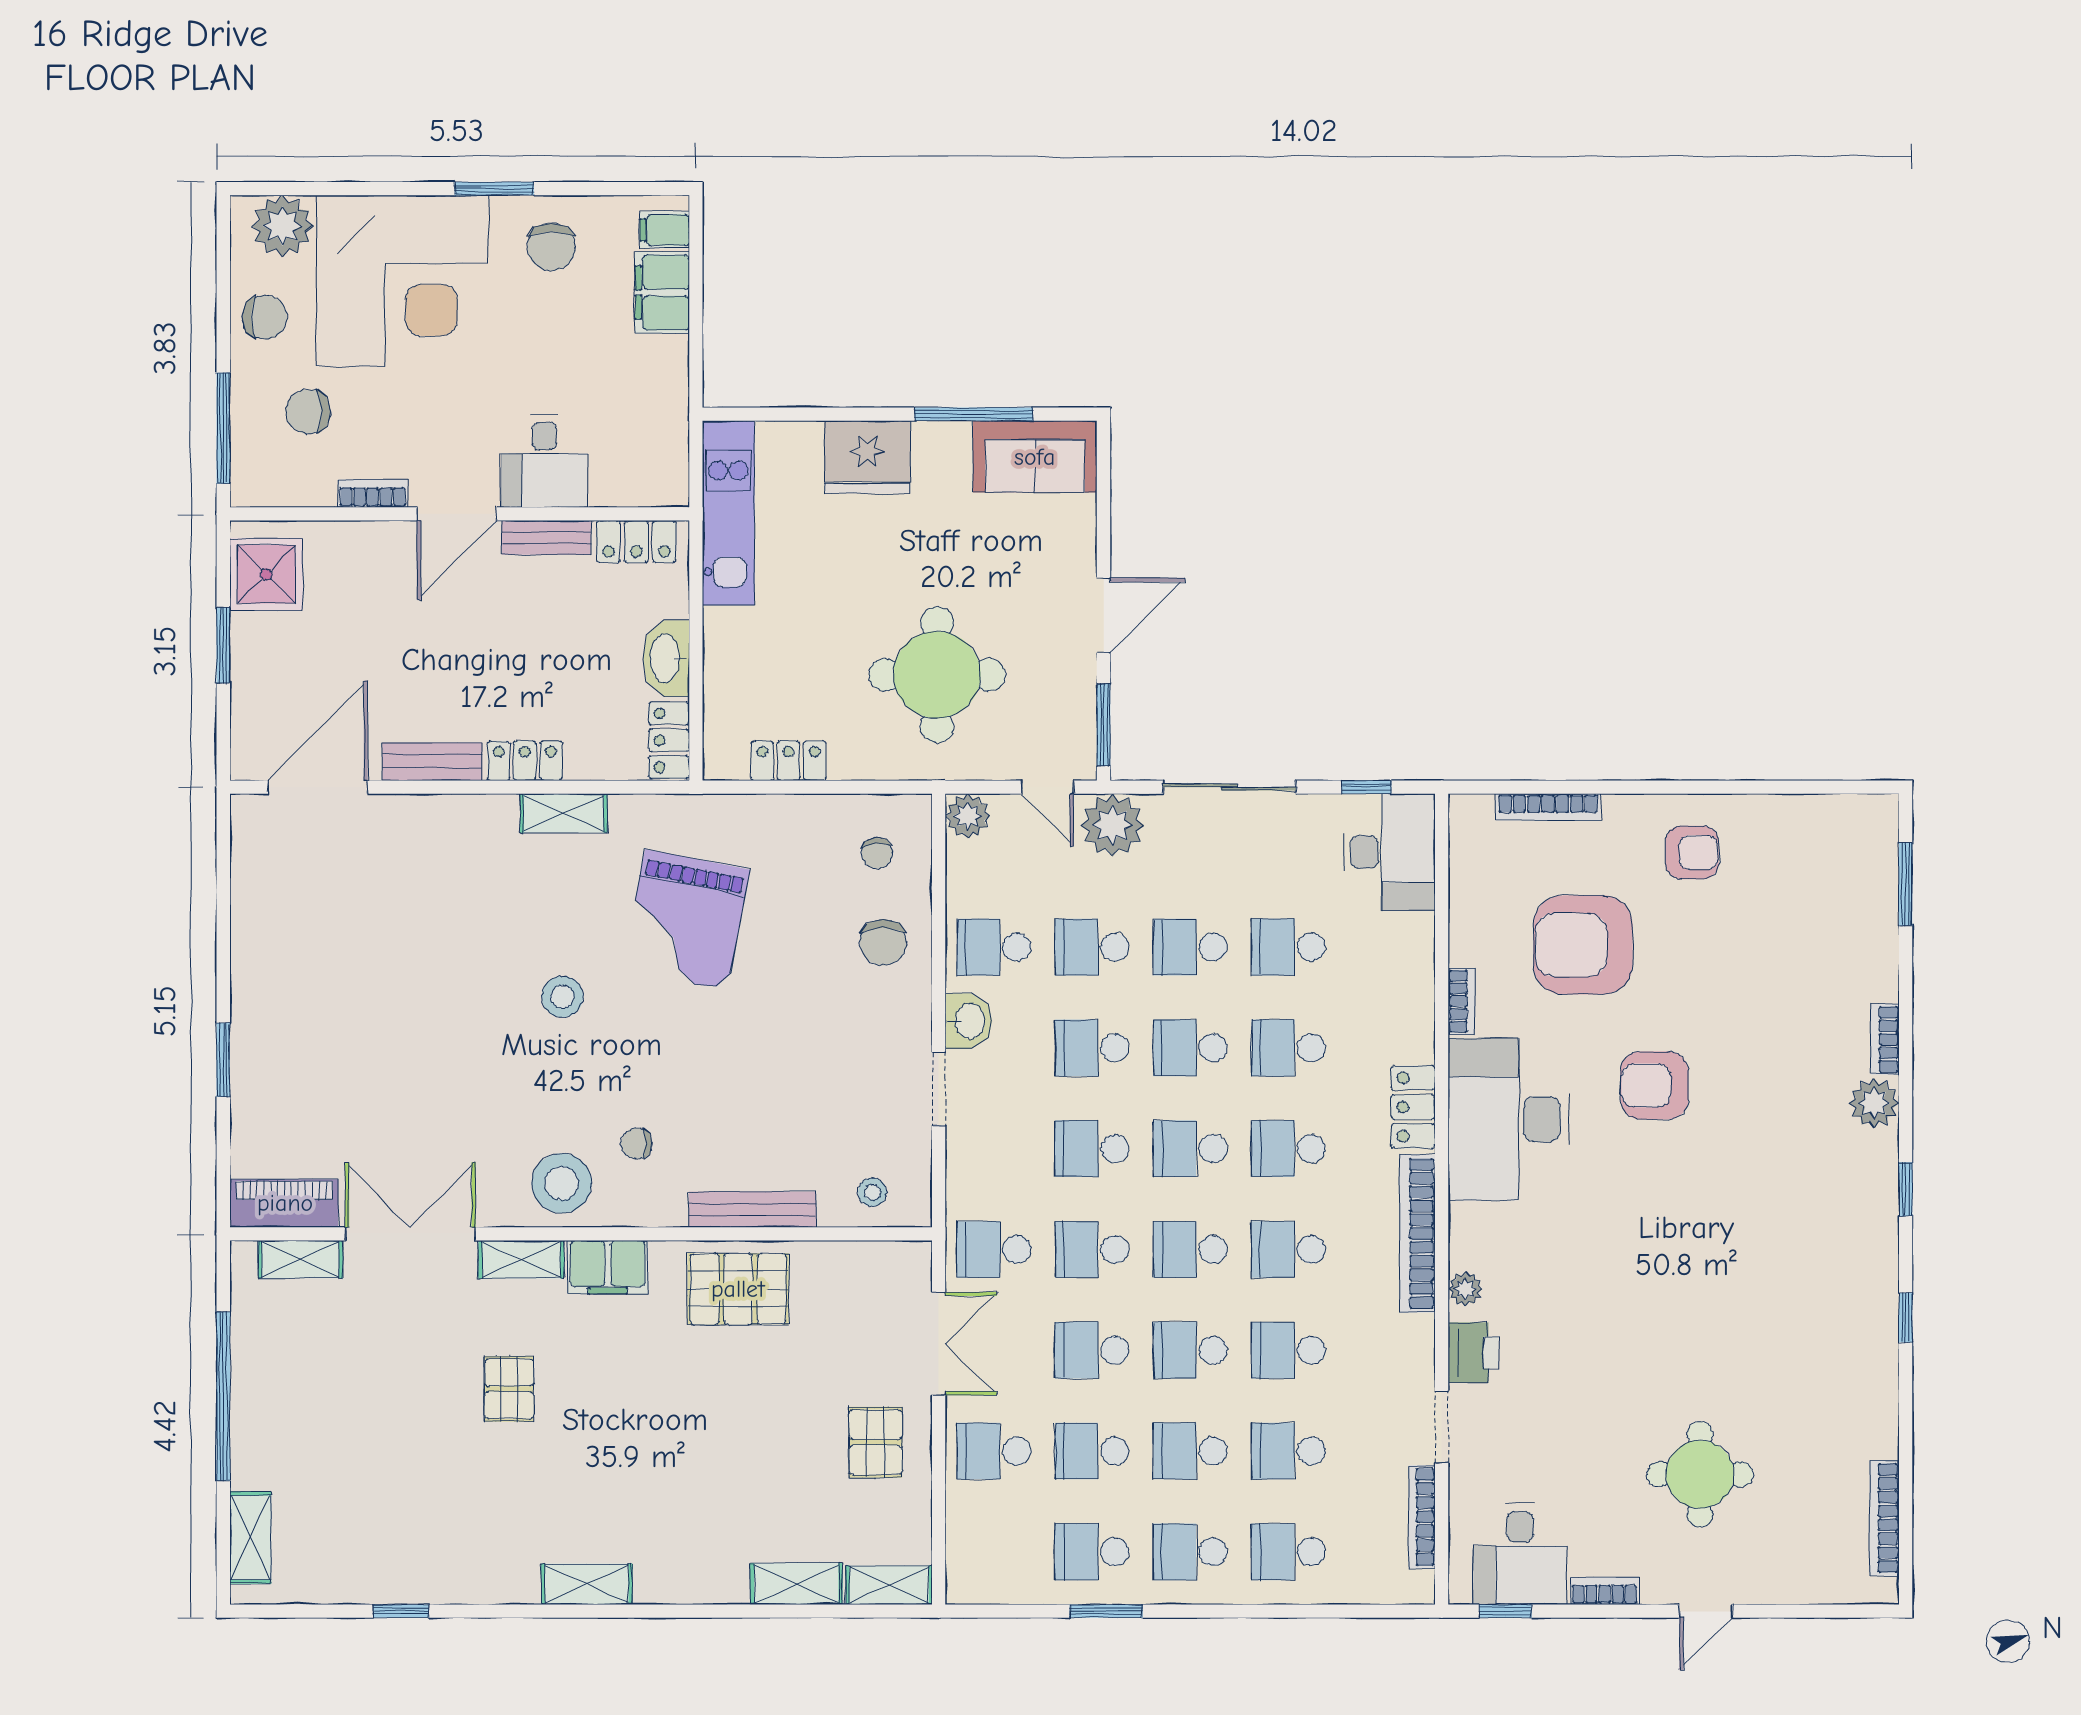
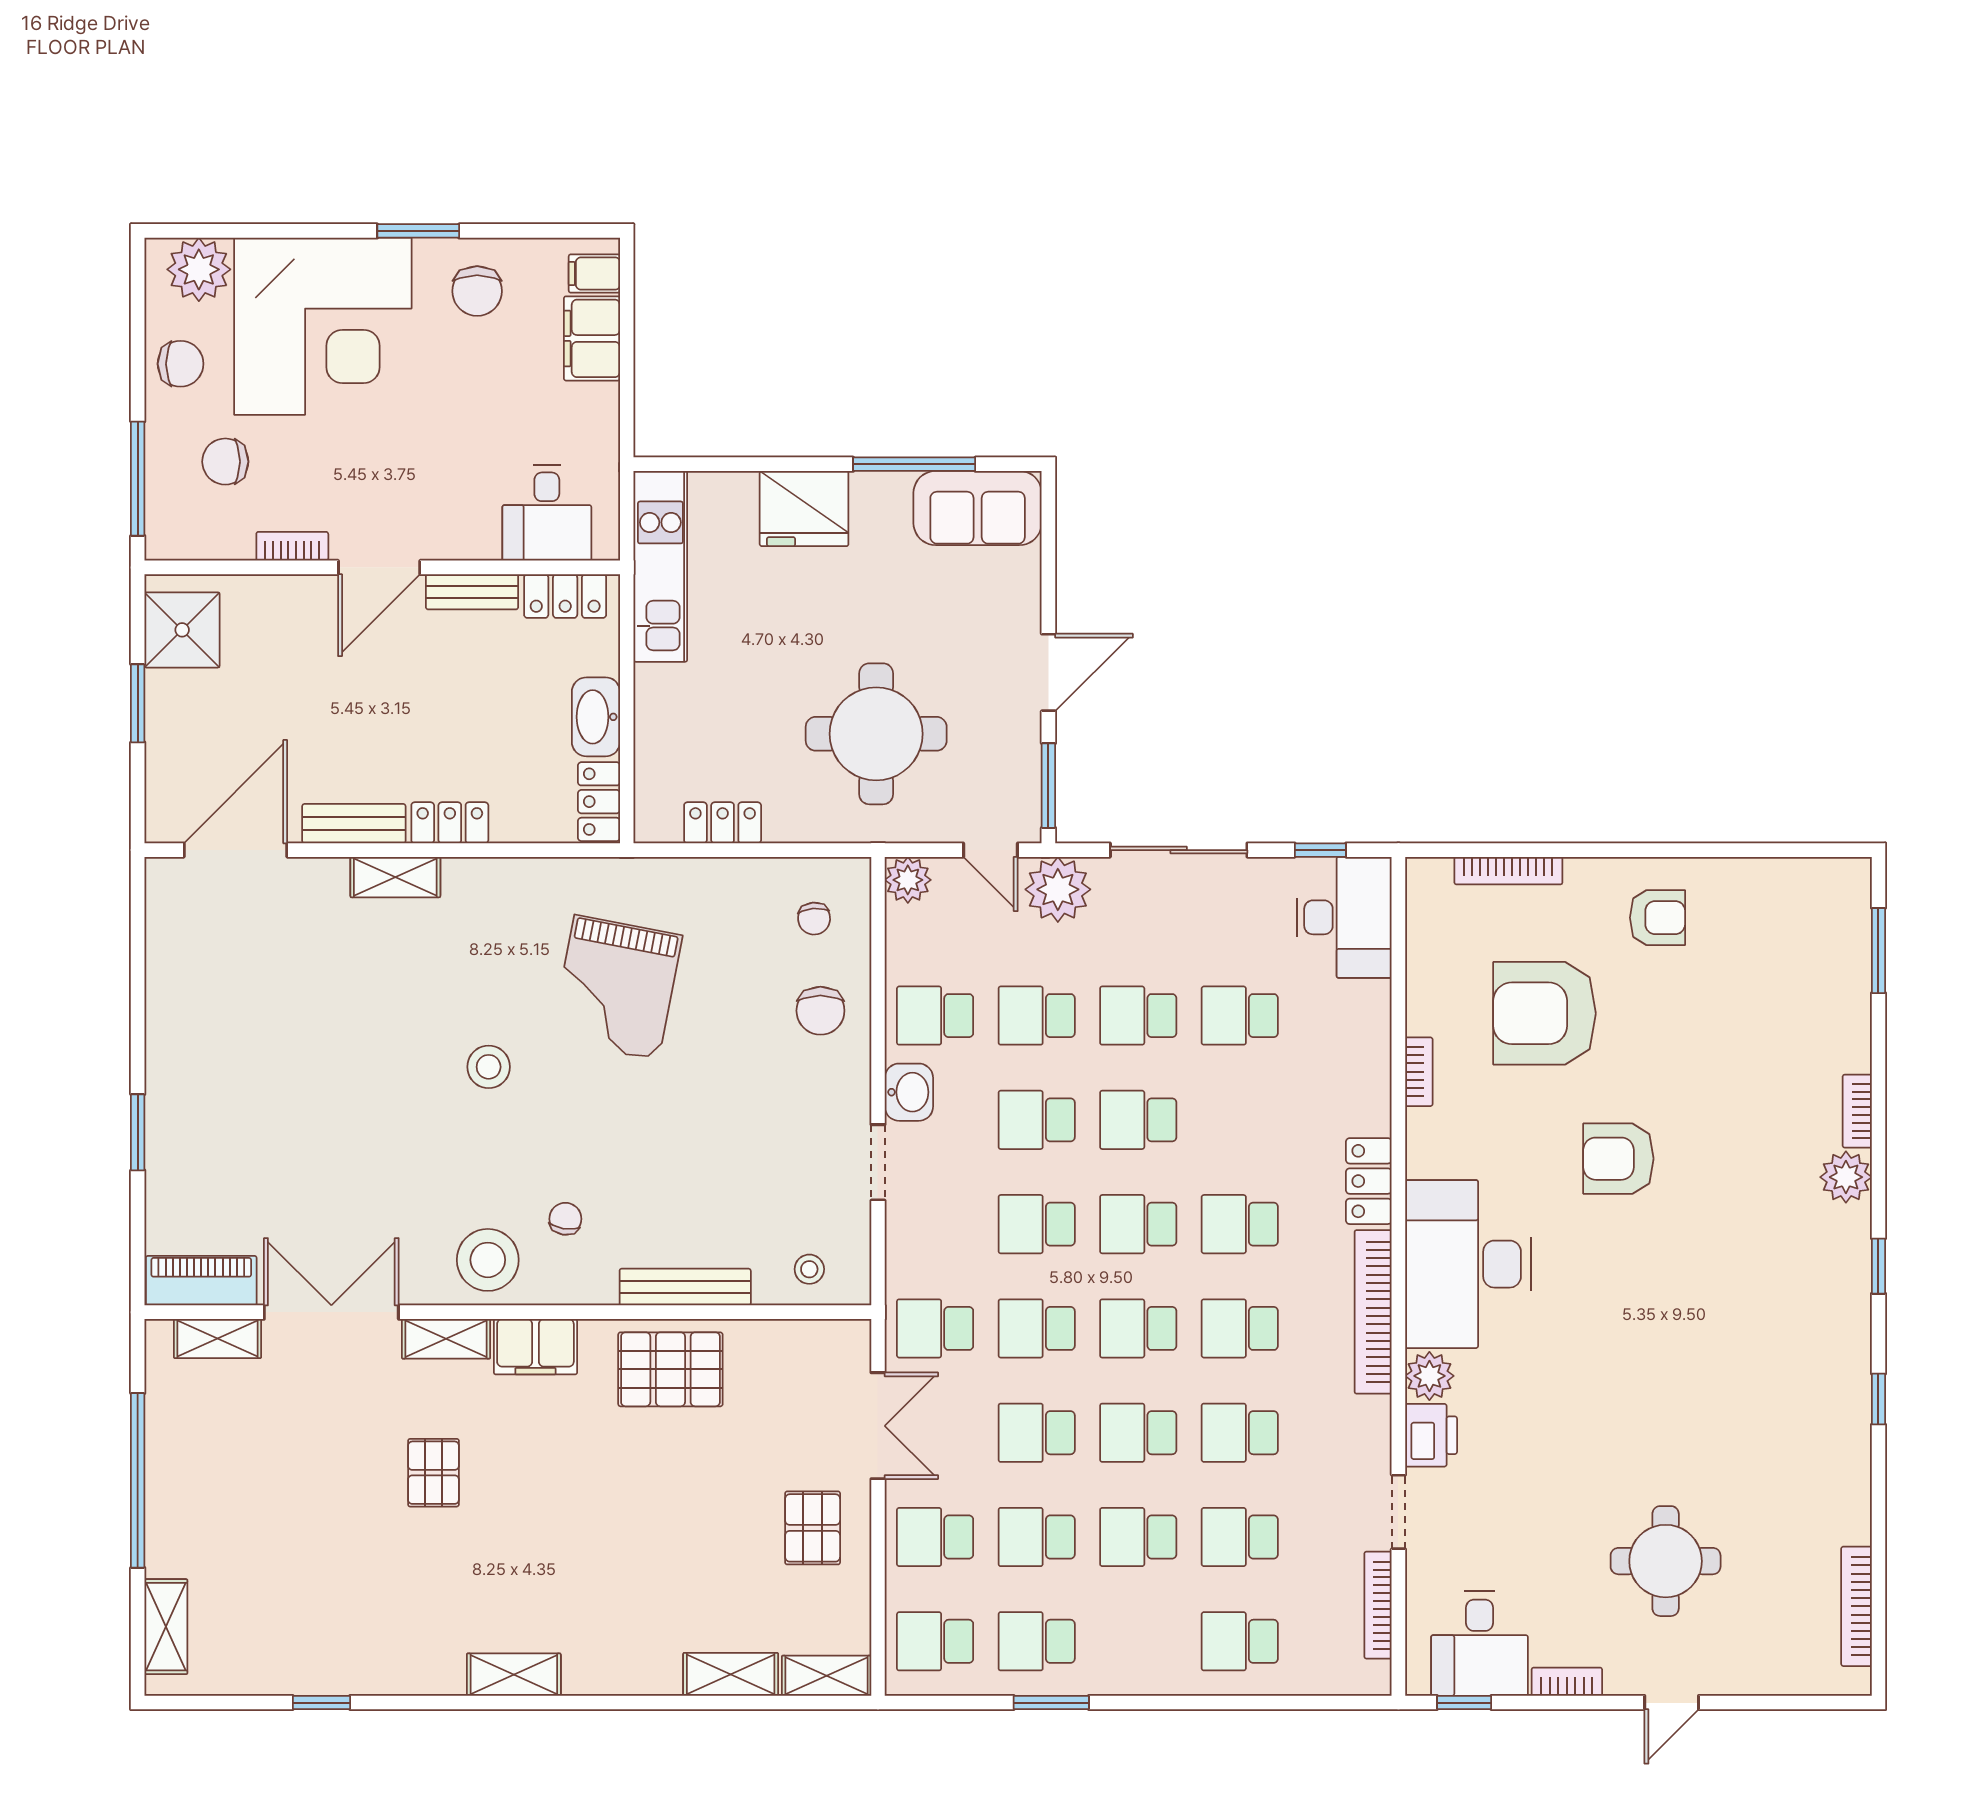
desk: (544, 461) -> (547, 513), moved
shelving: (564, 813) -> (395, 877), moved
school desk: (1288, 1048) -> (1240, 1120), removed
desk: (1509, 1119) -> (1468, 1264), moved
chair: (637, 1143) -> (565, 1219), turned 99
plant: (1465, 1289) -> (1429, 1376), width x1.38, depth x1.38
school desk: (1190, 1552) -> (935, 1641), moved

